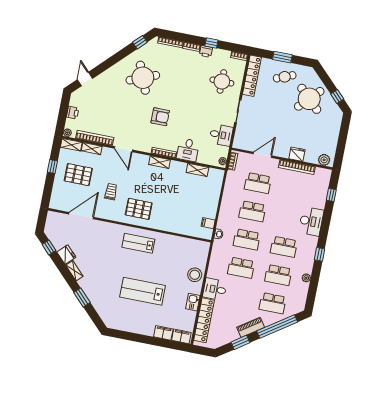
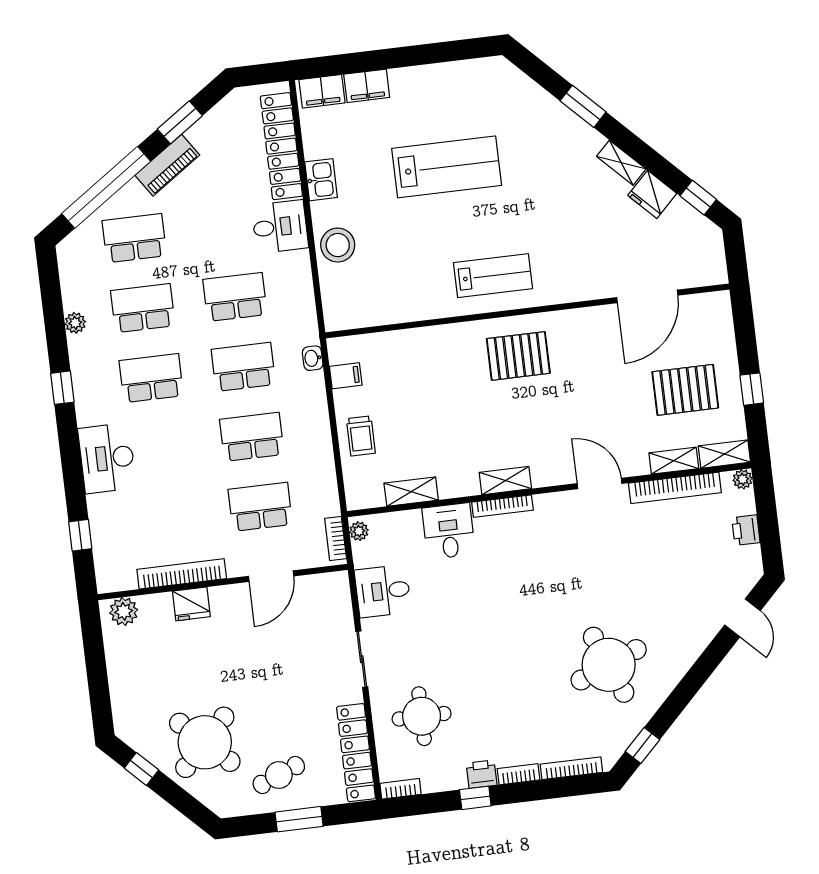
armchair: (160, 117) -> (539, 587), removed
trolley: (111, 192) -> (361, 436), moved

